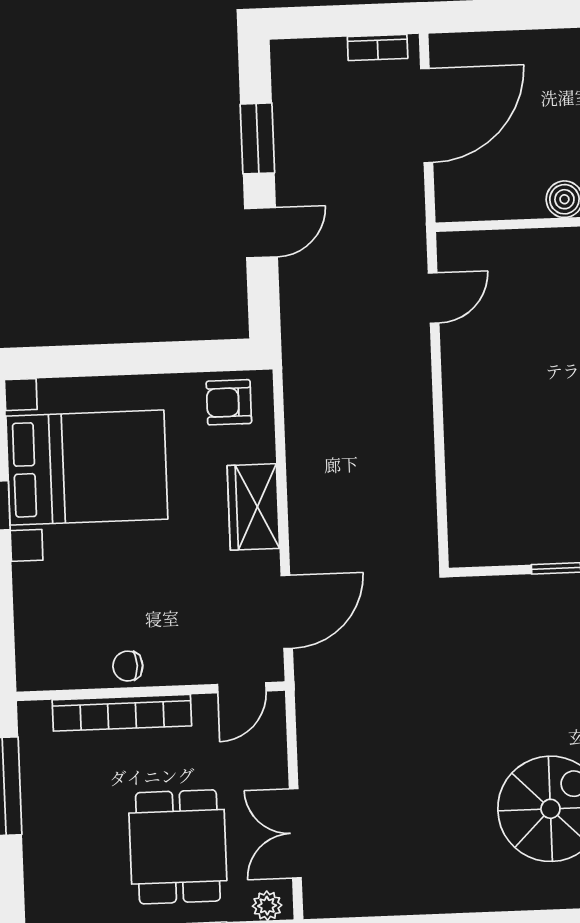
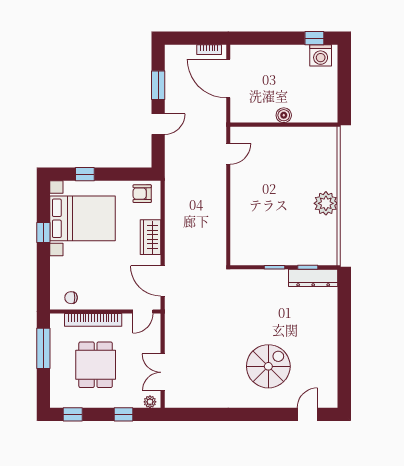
door: (427, 116) -> (228, 79), swing flipped
window: (88, 361) -> (85, 174), added
door: (287, 612) -> (163, 281), swing flipped
chair: (128, 666) -> (71, 298), moved
dining table: (178, 847) -> (96, 365), moved

